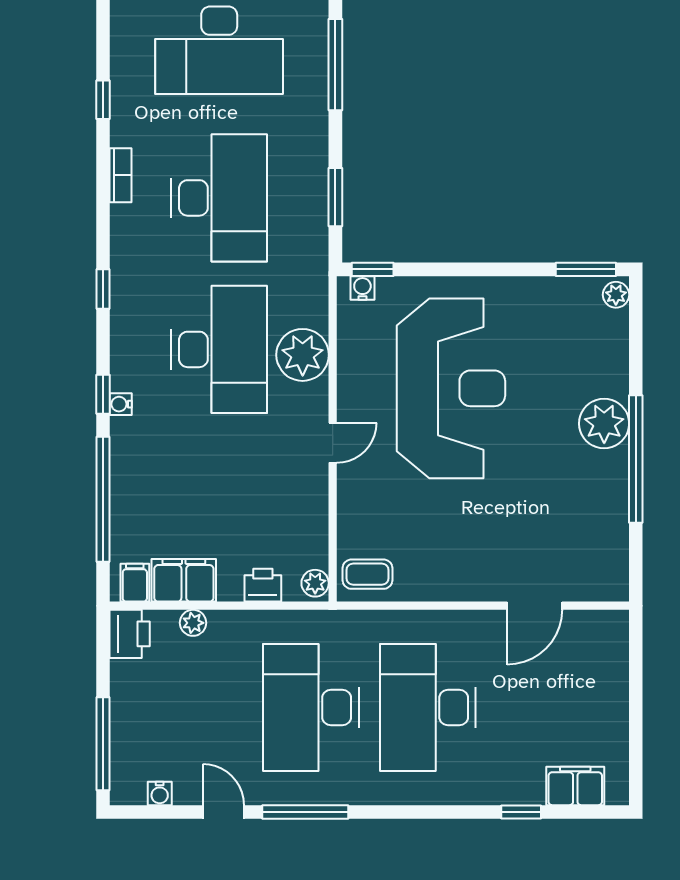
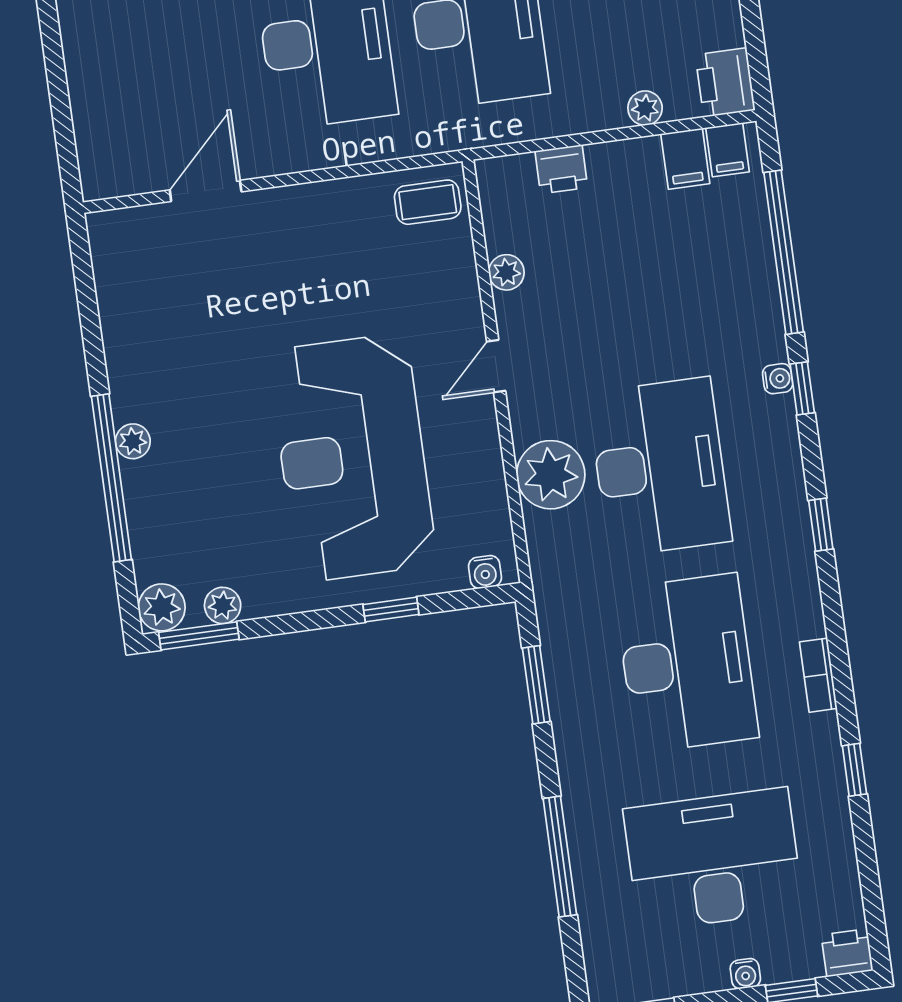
desk: (219, 198) -> (687, 663), turned 180
window: (373, 269) -> (391, 609), moved
plant: (565, 290) -> (223, 605), added
plant: (616, 295) -> (162, 607), width x1.38, depth x1.38
desk: (219, 349) -> (660, 467), turned 180
plant: (604, 424) -> (133, 441), width x0.53, depth x0.53
window: (636, 459) -> (111, 478), moved
filing cabinet: (184, 580) -> (685, 159), width x0.50
plant: (315, 583) -> (506, 272), moved

